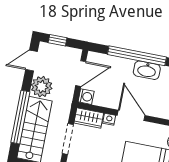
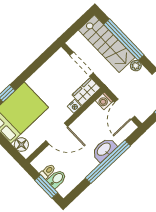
washbasin: (147, 70) -> (104, 150), moved
plant: (42, 87) -> (136, 66), width x0.53, depth x0.53
door: (131, 115) -> (57, 134), moved

